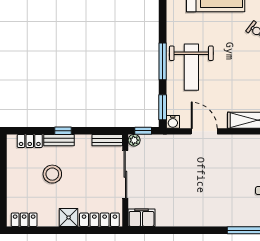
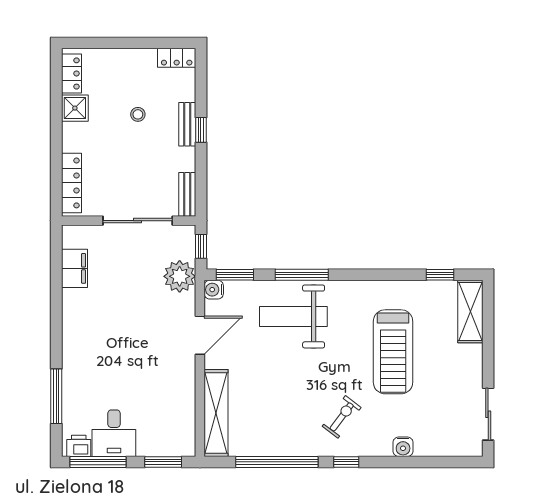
plant: (134, 140) -> (180, 276), moved, width x1.87, depth x1.87
locker: (30, 141) -> (177, 58), moved, turned -90
stool: (52, 174) -> (138, 114), width x0.53, depth x0.53
shower: (69, 217) -> (75, 108), moved
filing cabinet: (142, 218) -> (74, 268), moved

